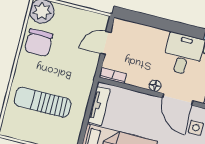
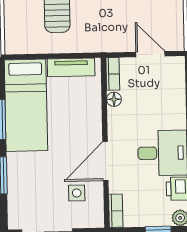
floor lamp: (155, 86) -> (114, 99), moved

